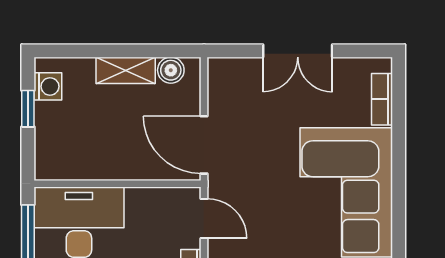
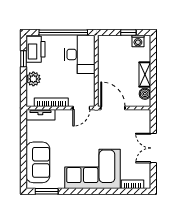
door: (204, 145) -> (113, 108), hinge flipped

